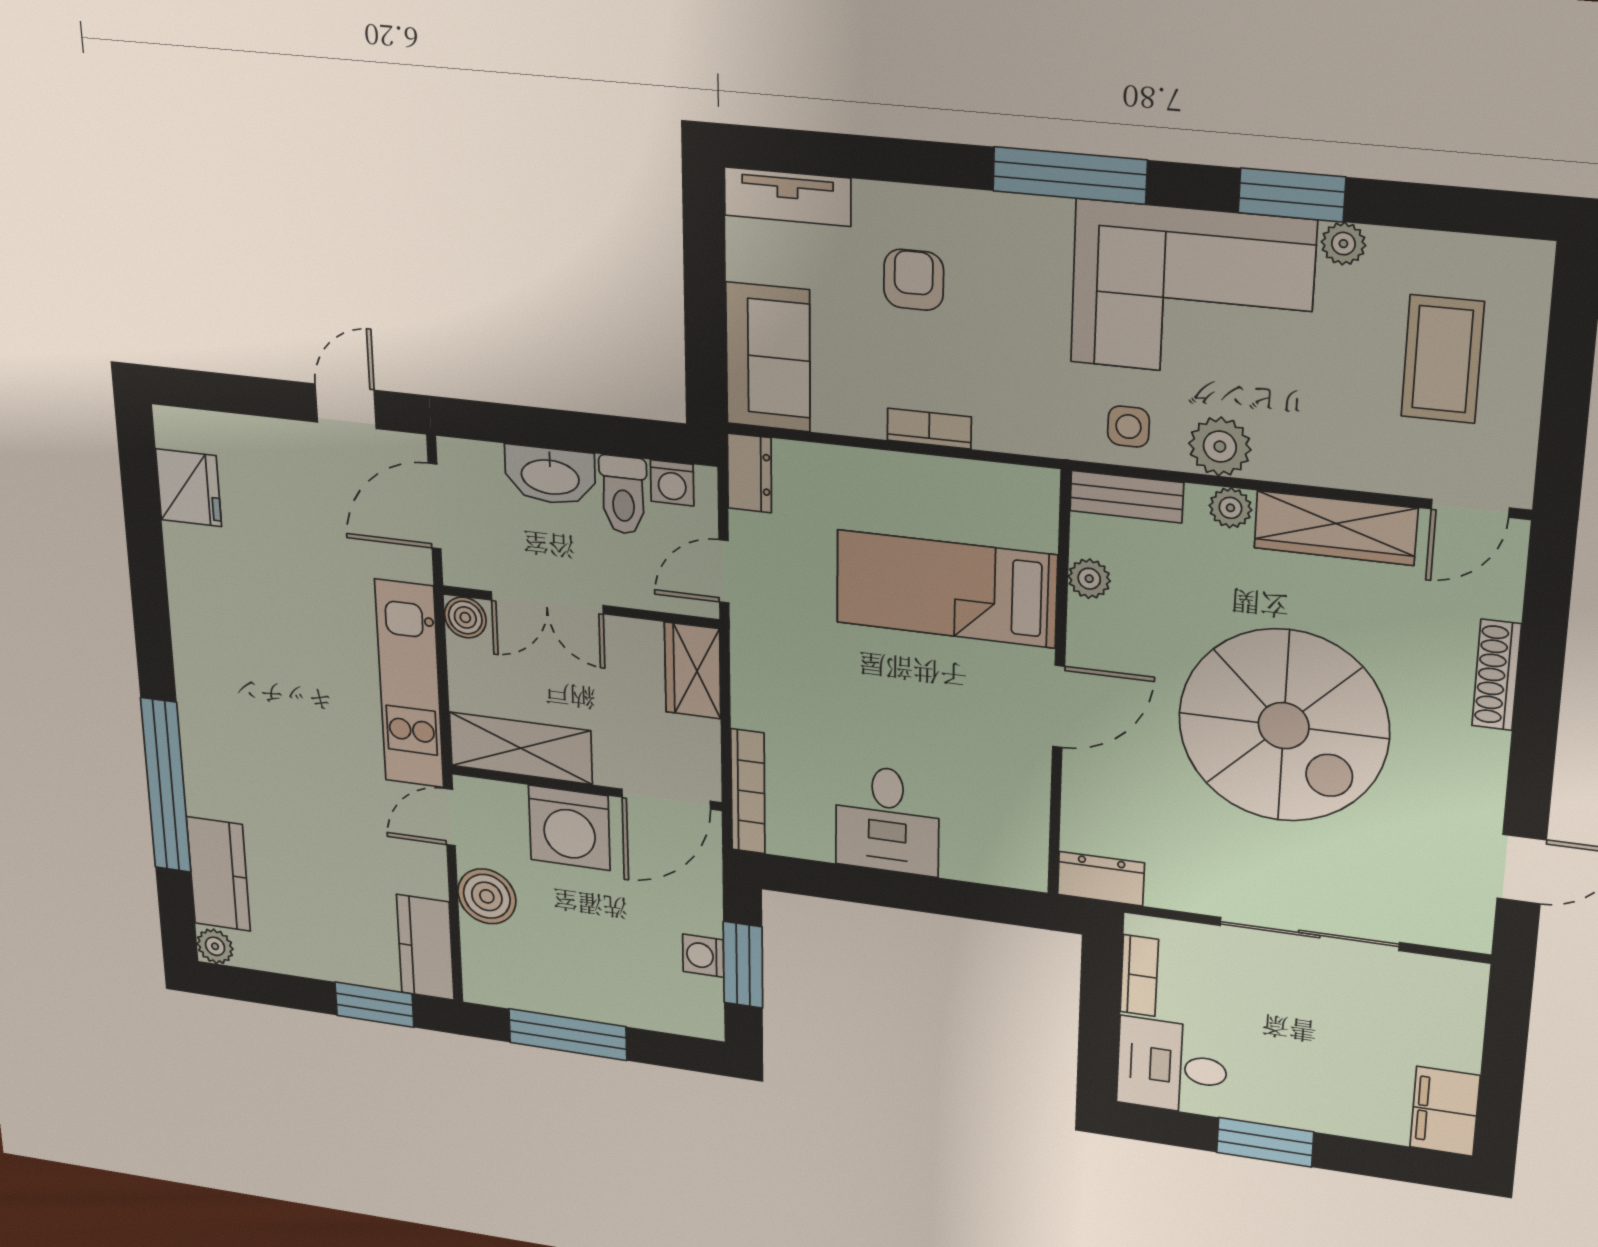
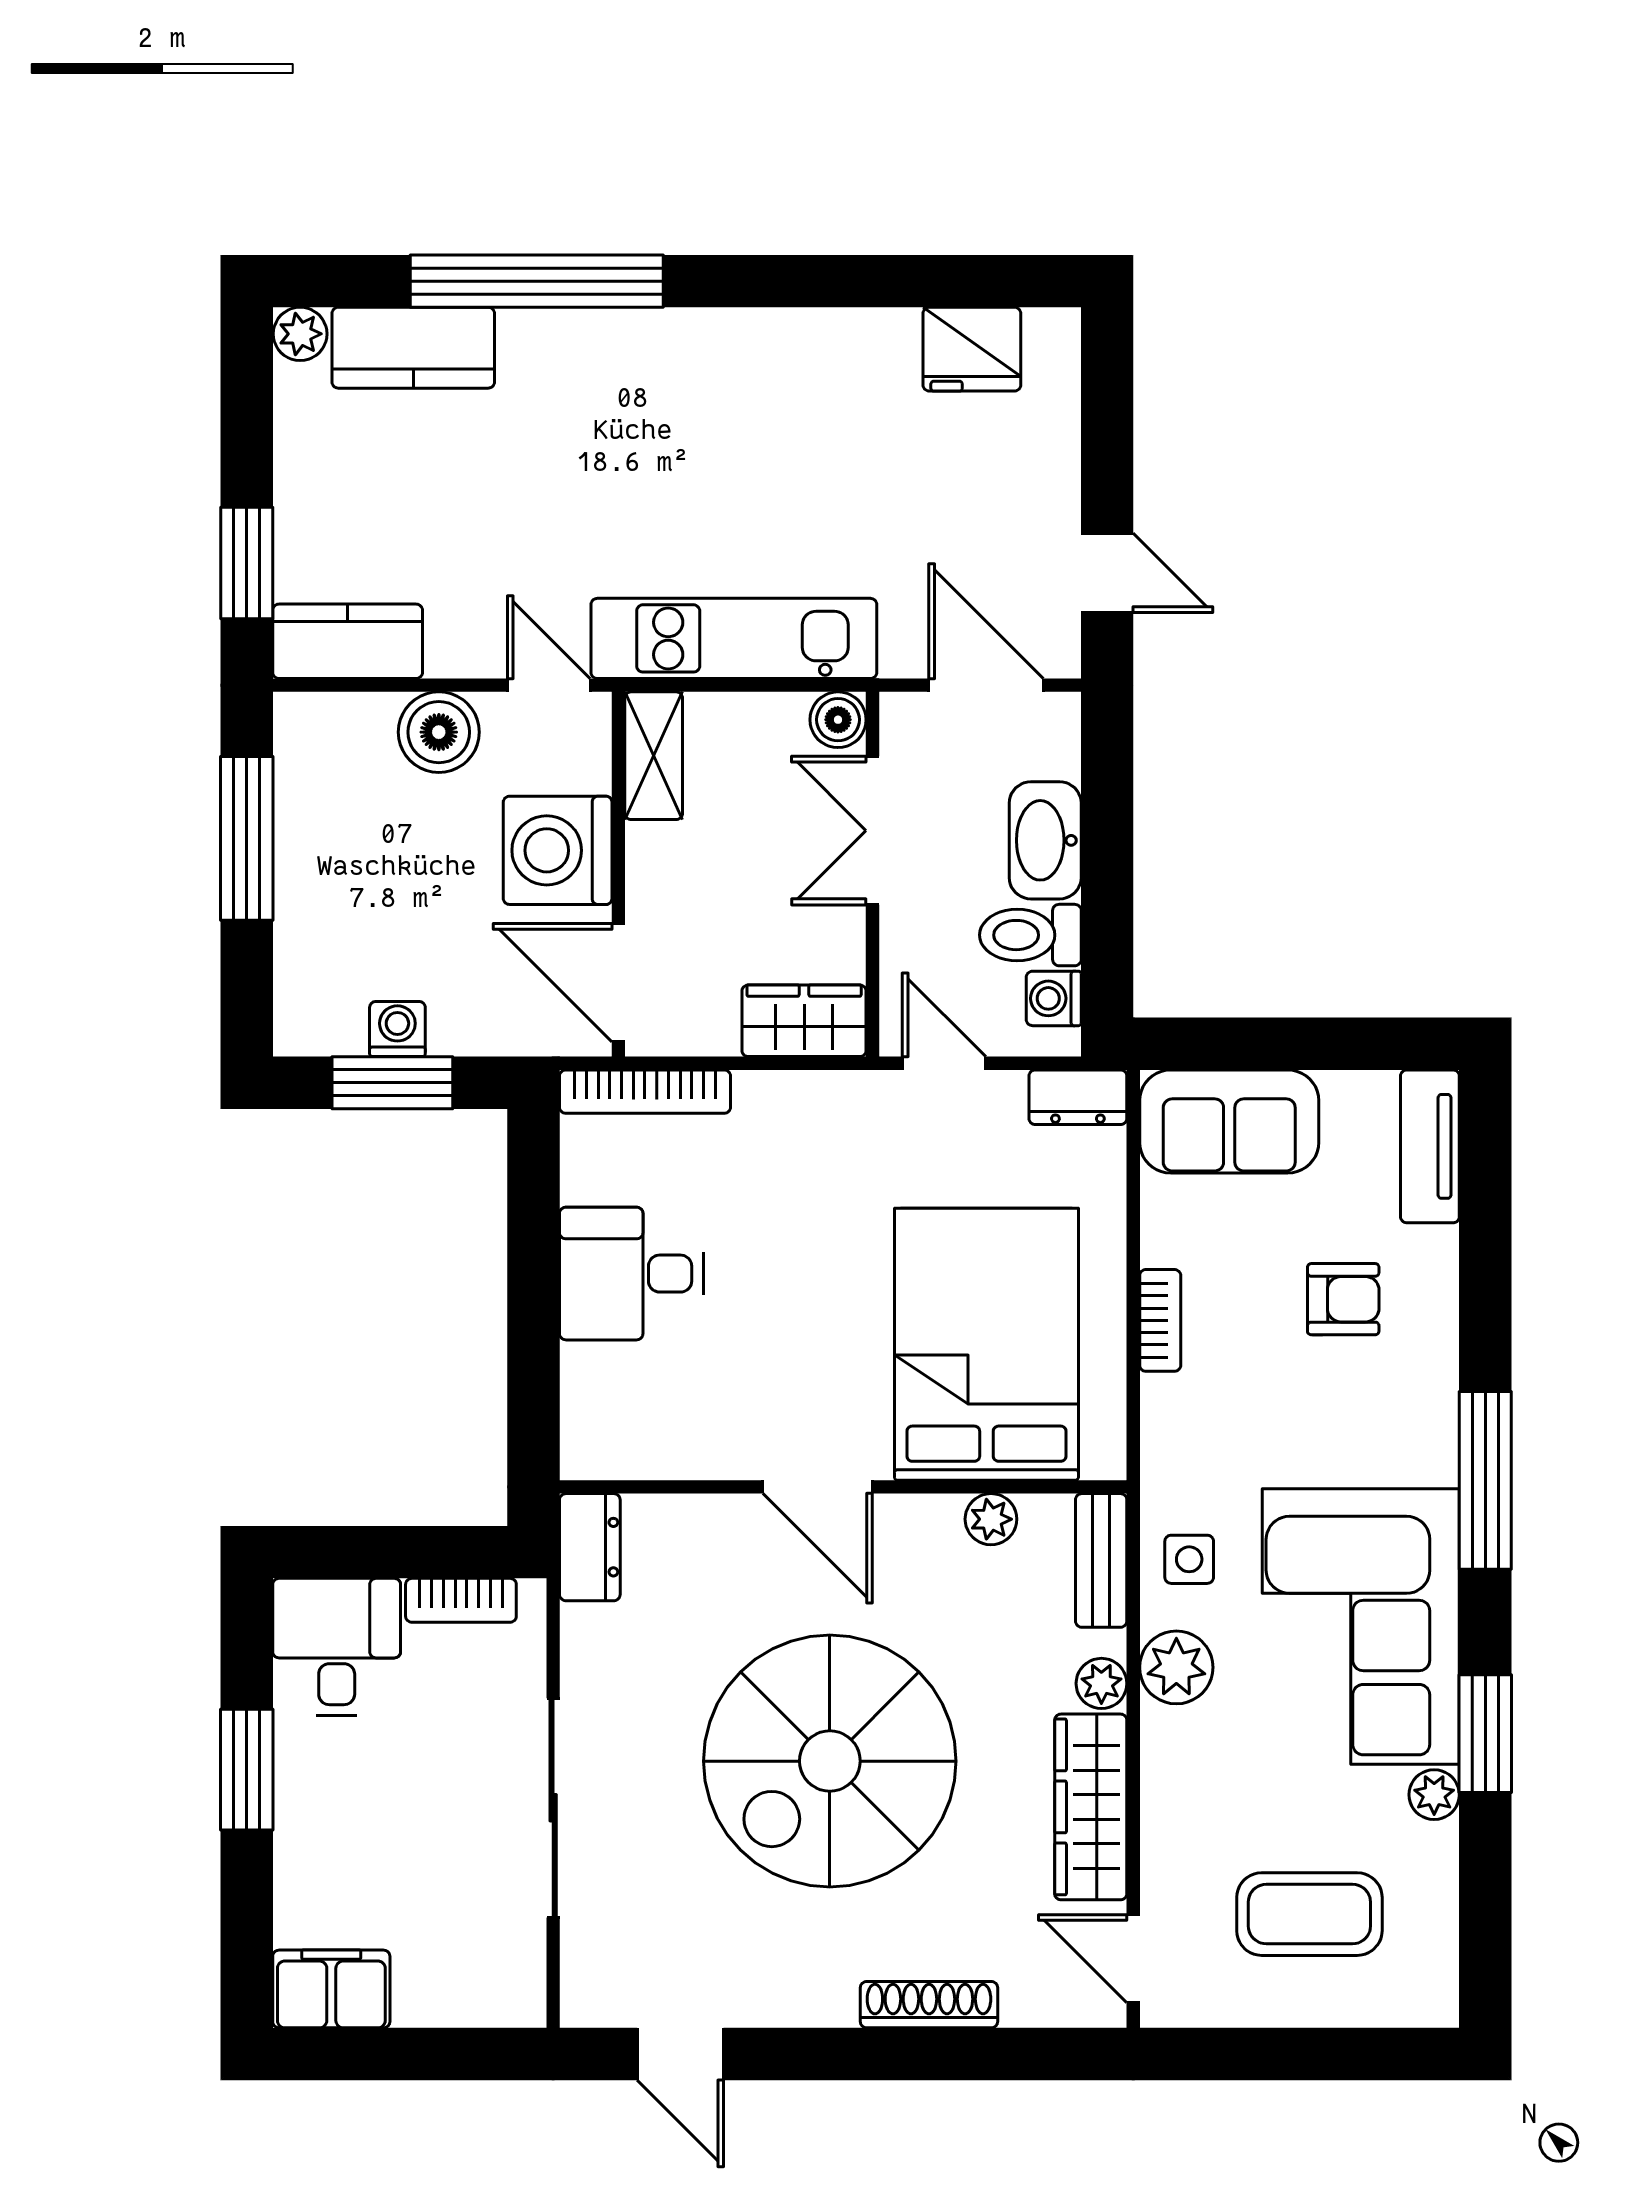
bed: (946, 589) -> (986, 1344), width x1.50
shelving: (521, 748) -> (654, 756), width x0.67, depth x0.75

